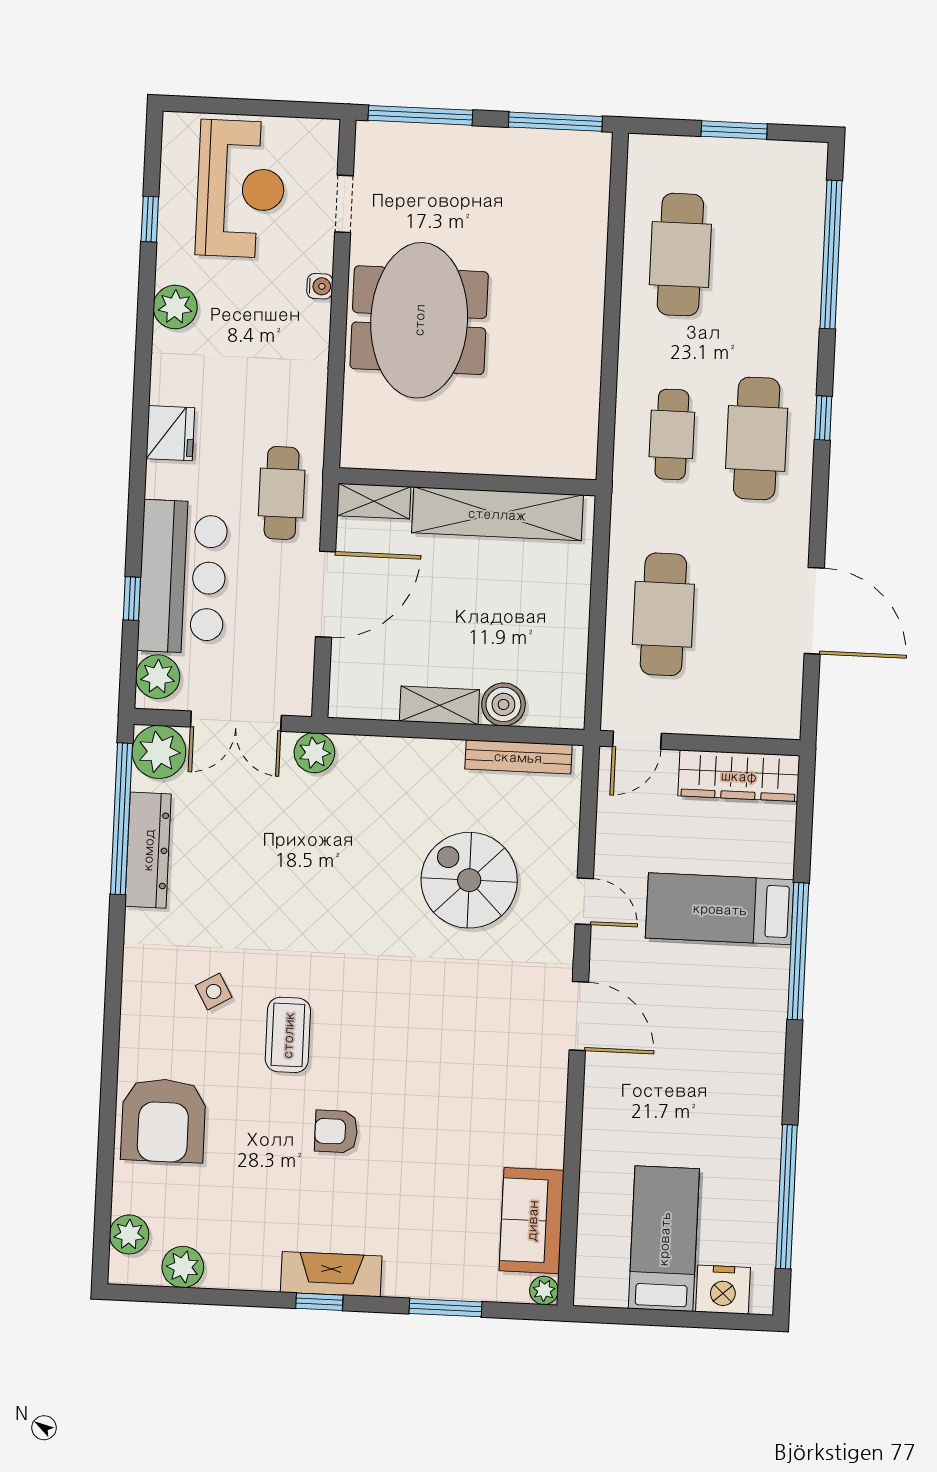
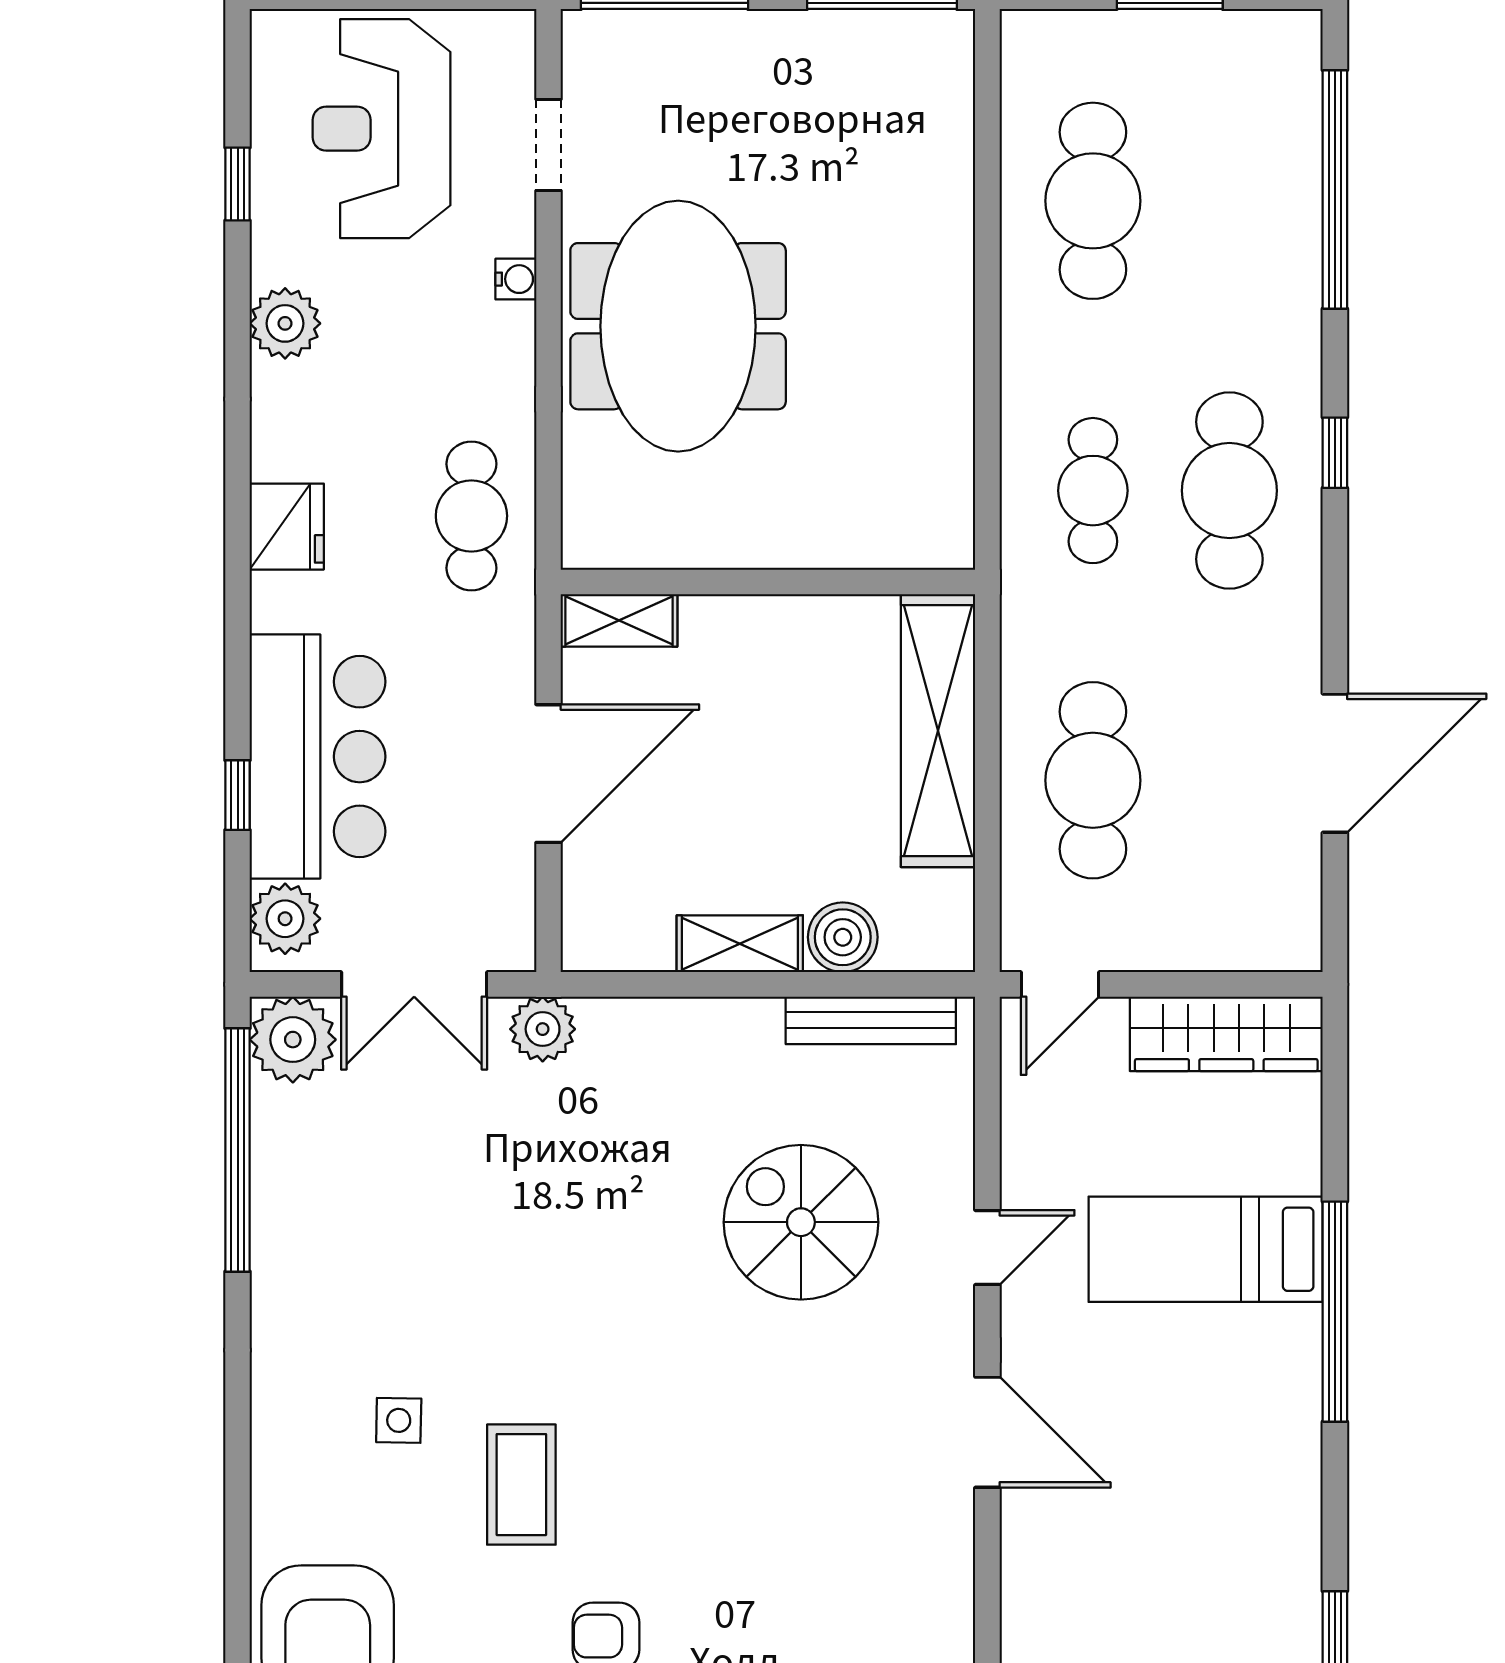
reception desk: (241, 189) -> (382, 129), turned 180
cafe table: (282, 493) -> (471, 516), moved
shelving: (497, 514) -> (938, 731), moved, turned 90
door: (814, 611) -> (1335, 763), hinge flipped
dresser: (148, 850) -> (283, 1198), removed
door: (584, 901) -> (987, 1247), hinge flipped
side table: (214, 991) -> (399, 1420), turned 31

